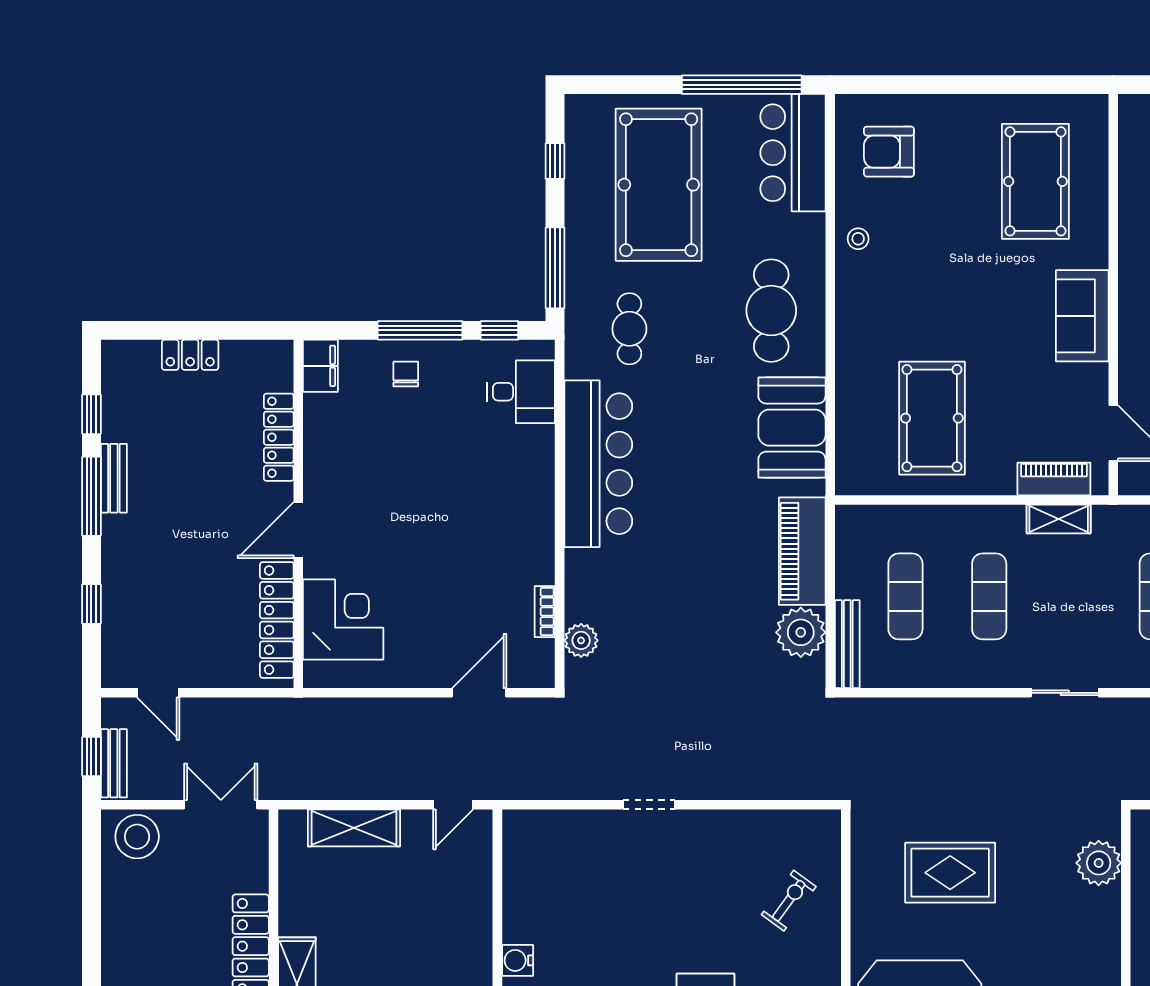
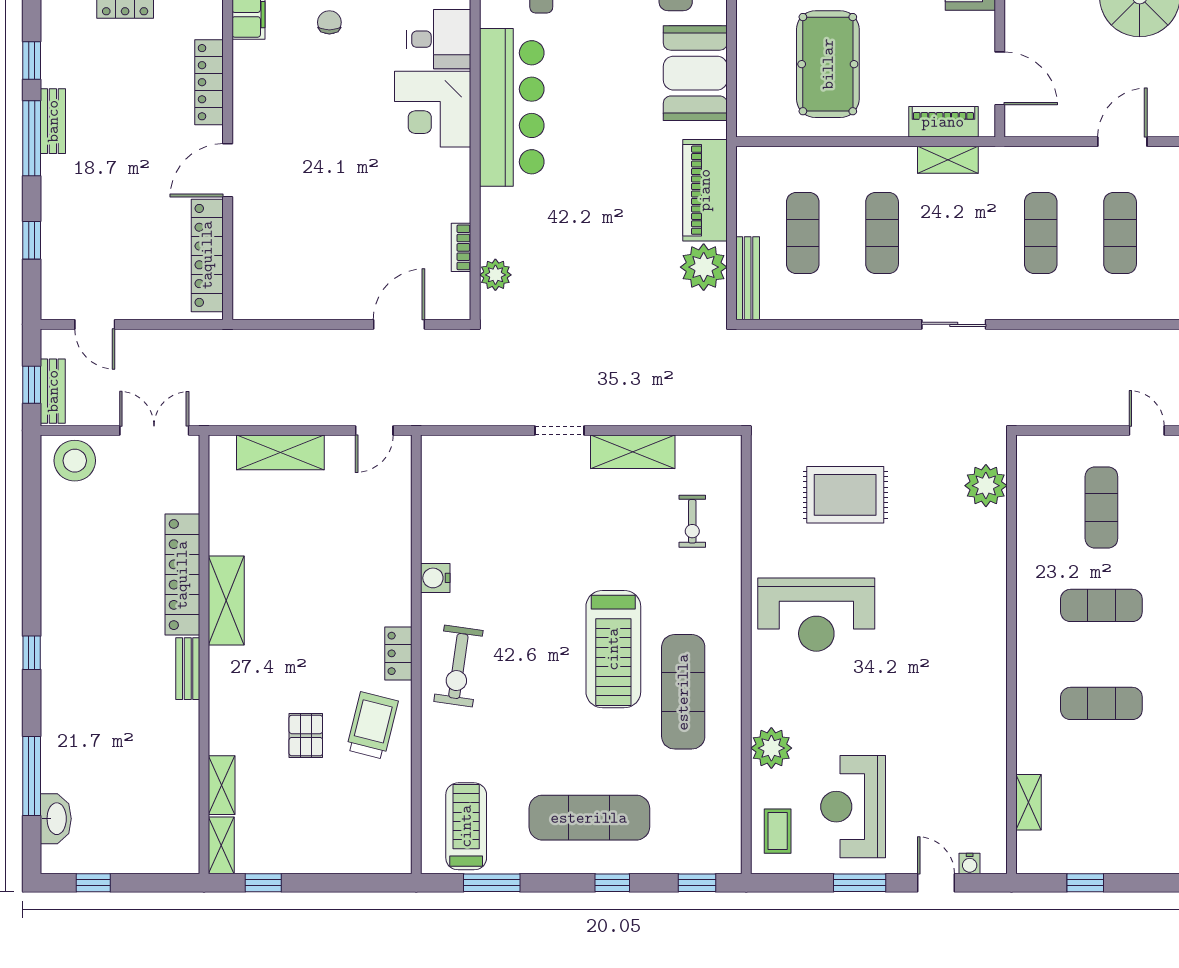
corner desk: (343, 620) -> (433, 109), moved, turned 180
shelving: (726, 827) -> (633, 452), added
exercise bike: (789, 901) -> (692, 521), turned 144

